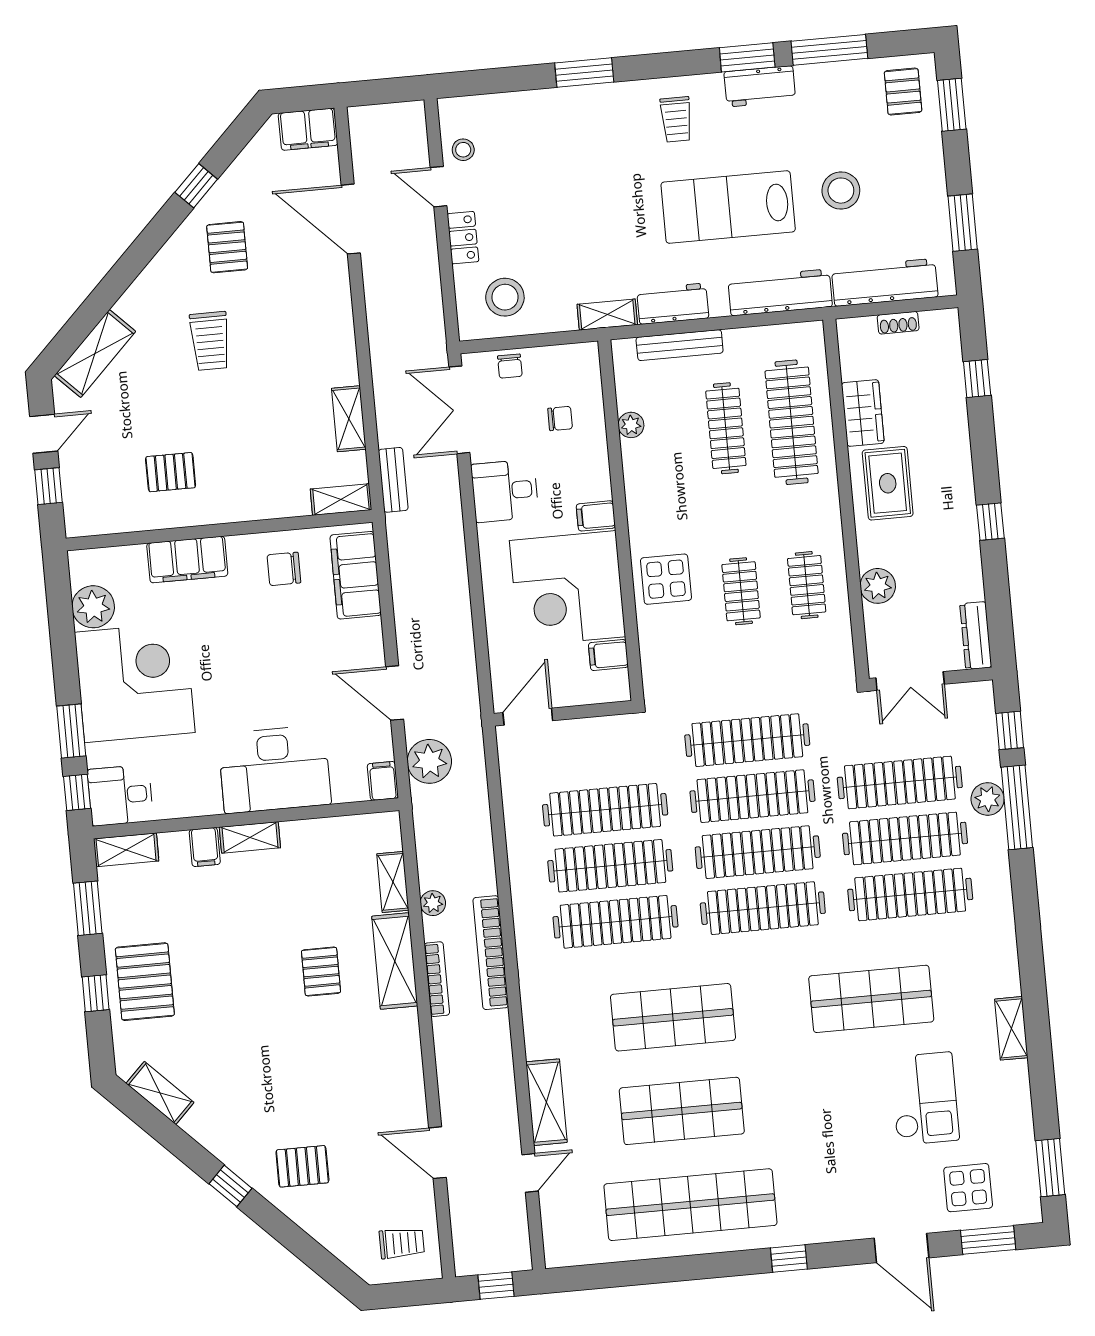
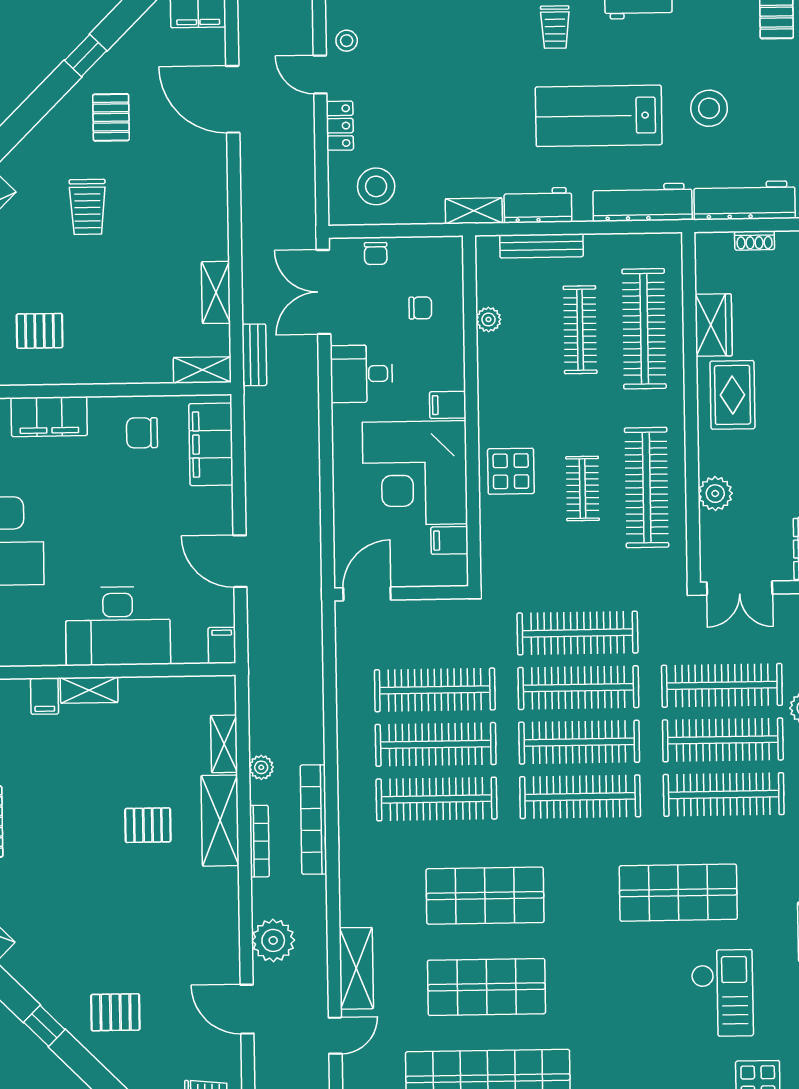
clothes rail: (807, 585) -> (647, 488), width x1.86, depth x1.31
plant: (429, 761) -> (273, 940), moved
pallet: (321, 972) -> (148, 825), turned 90

